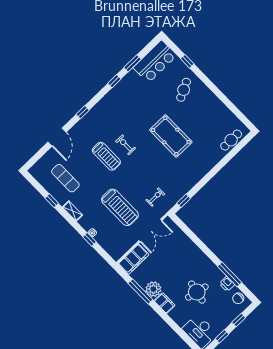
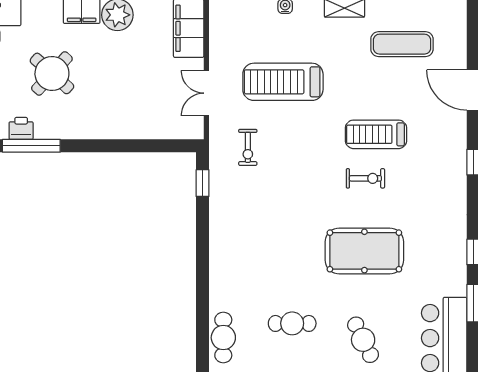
cafe table: (202, 121) -> (292, 323), added
pool table: (171, 136) -> (364, 251), moved
double door: (150, 231) -> (206, 93), width x0.73
round table: (197, 292) -> (52, 73), turned 30

